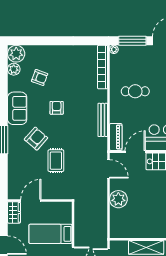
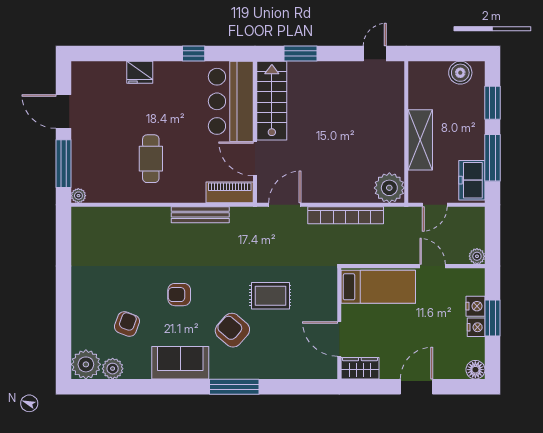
bookcase: (102, 67) -> (346, 215), moved
plant: (118, 199) -> (389, 188), moved
bed: (51, 234) -> (378, 287), moved, turned -90

